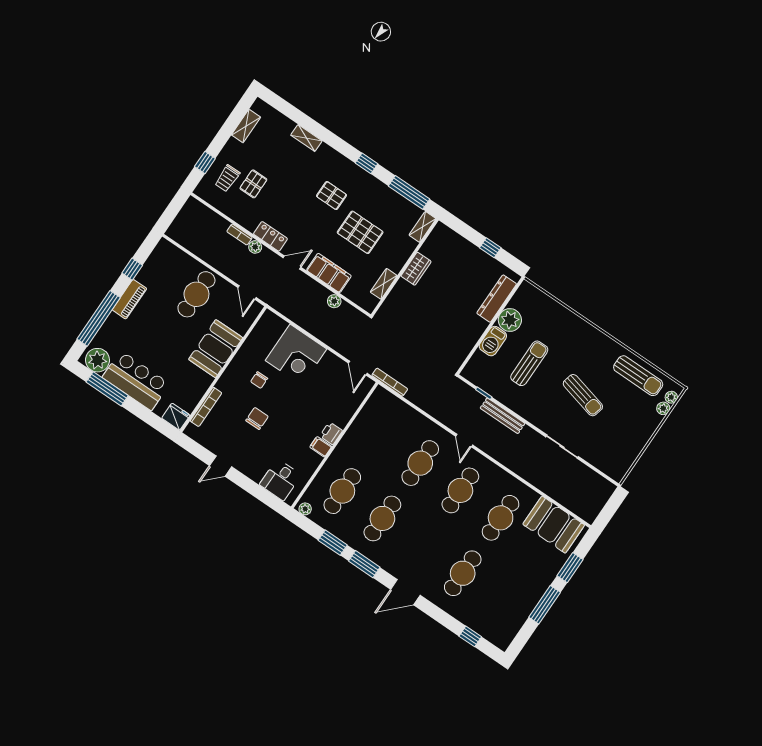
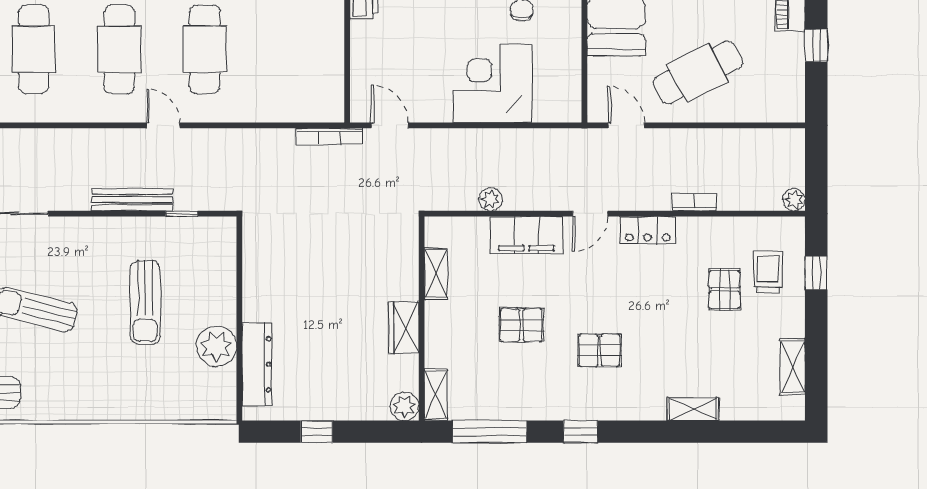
pallet: (360, 232) -> (521, 325), width x0.67, depth x0.71
plant: (441, 232) -> (404, 406), added
plant: (255, 247) -> (794, 200), moved
cafe table: (196, 294) -> (698, 73), turned 63
barbecue: (493, 341) -> (220, 299), removed

